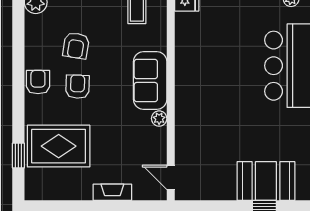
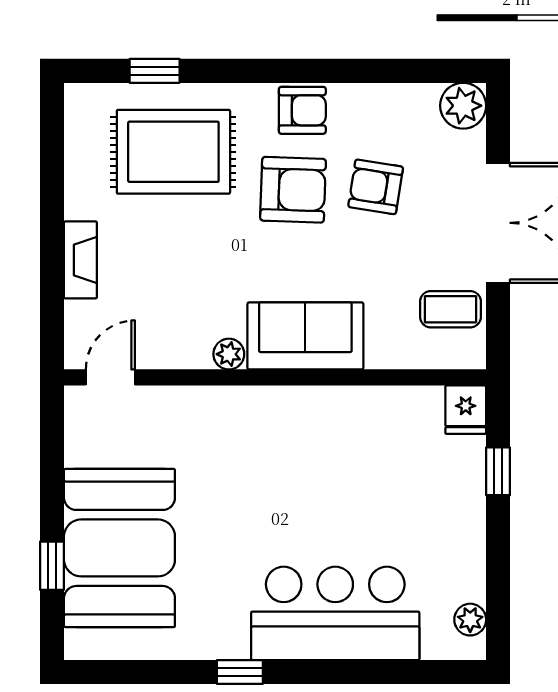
armchair: (77, 87) -> (293, 190), width x1.38, depth x1.38
rug: (59, 146) -> (173, 152), turned 90
booth: (266, 181) -> (119, 548), width x1.36, depth x1.42

